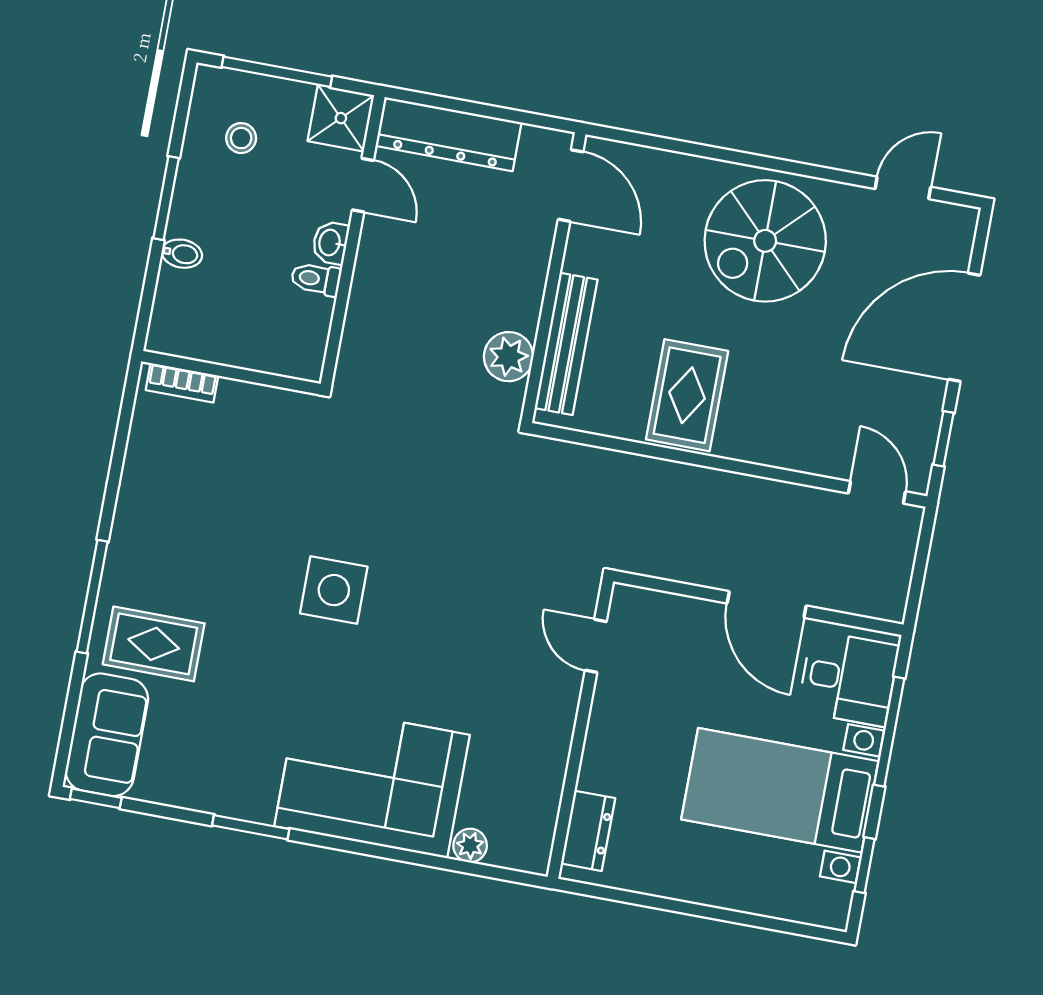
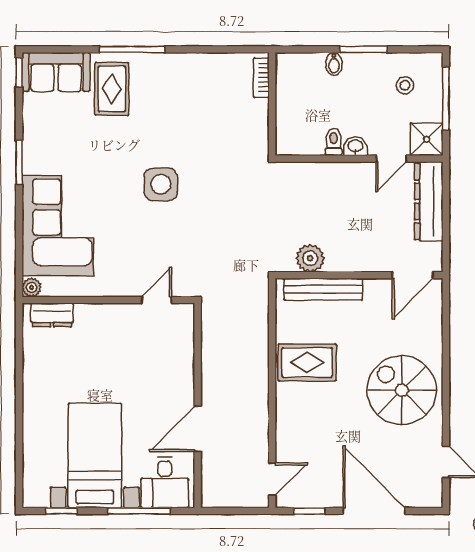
door: (596, 646) -> (157, 300), moved
wall: (580, 729) -> (108, 300), moved
dresser: (588, 831) -> (52, 315), moved

